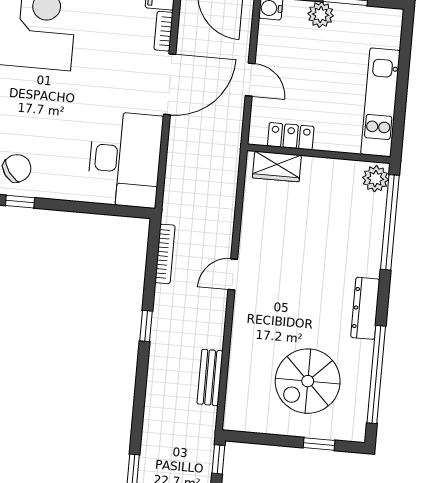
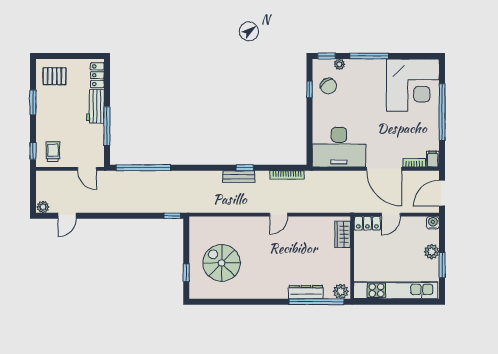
kitchen unit: (380, 102) -> (396, 290), width x1.36
locker: (291, 136) -> (367, 223), moved, turned 90
door: (233, 274) -> (279, 215), swing flipped
dresser: (365, 308) -> (306, 292), moved
window: (376, 375) -> (229, 302), removed
bench: (210, 377) -> (239, 177), moved

